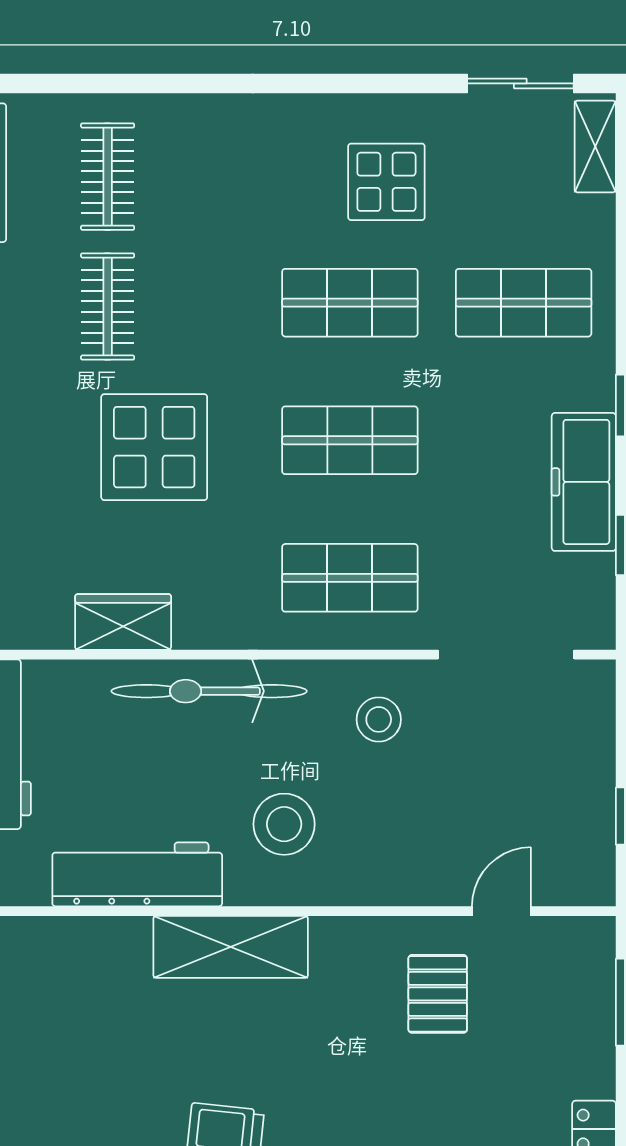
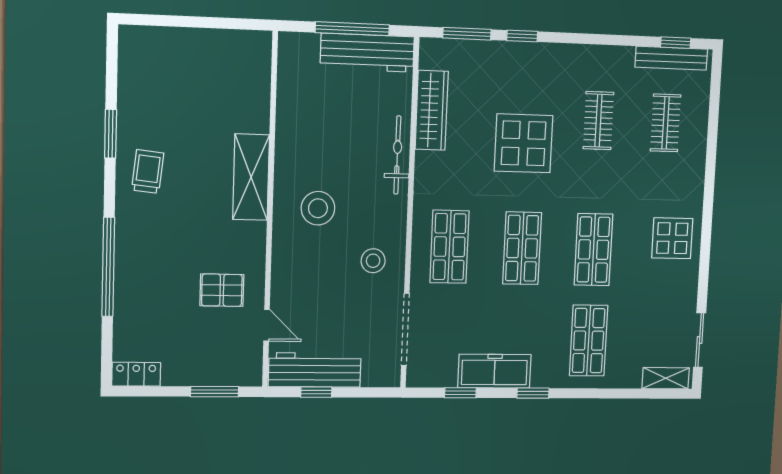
clothes rail: (108, 177) -> (666, 123), turned 90
display table: (386, 182) -> (672, 238), moved
clothes rail: (108, 307) -> (598, 121), turned 90
wardrobe: (123, 622) -> (432, 110), width x1.50
bicycle: (209, 691) -> (397, 155), width x0.73, depth x0.71
workbench: (137, 874) -> (315, 370), moved, turned -90

